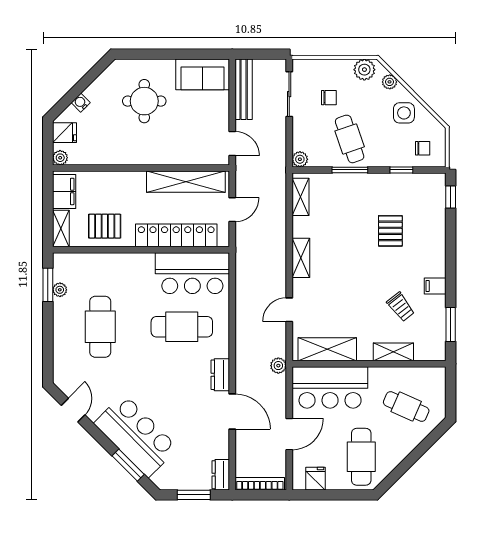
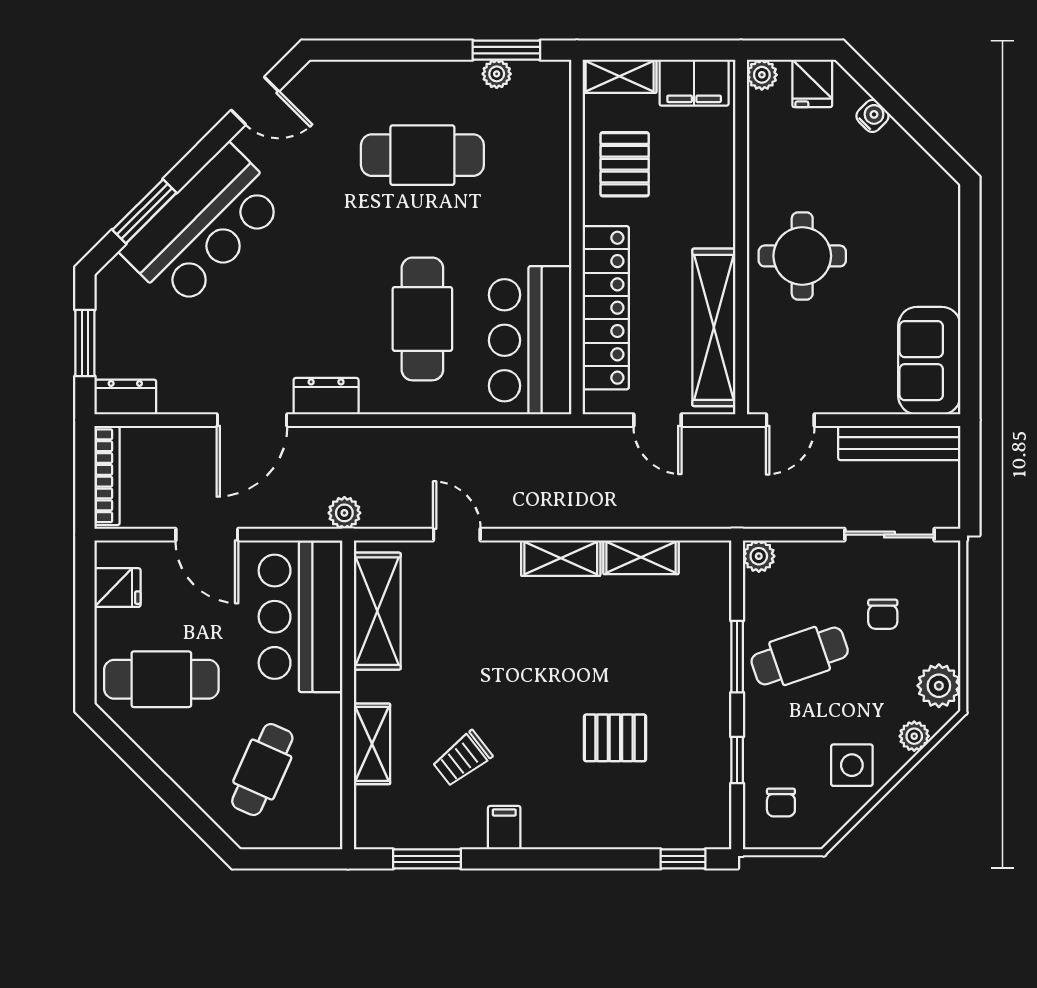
round table: (144, 101) -> (802, 256), moved
shelving: (300, 197) -> (641, 557), moved

